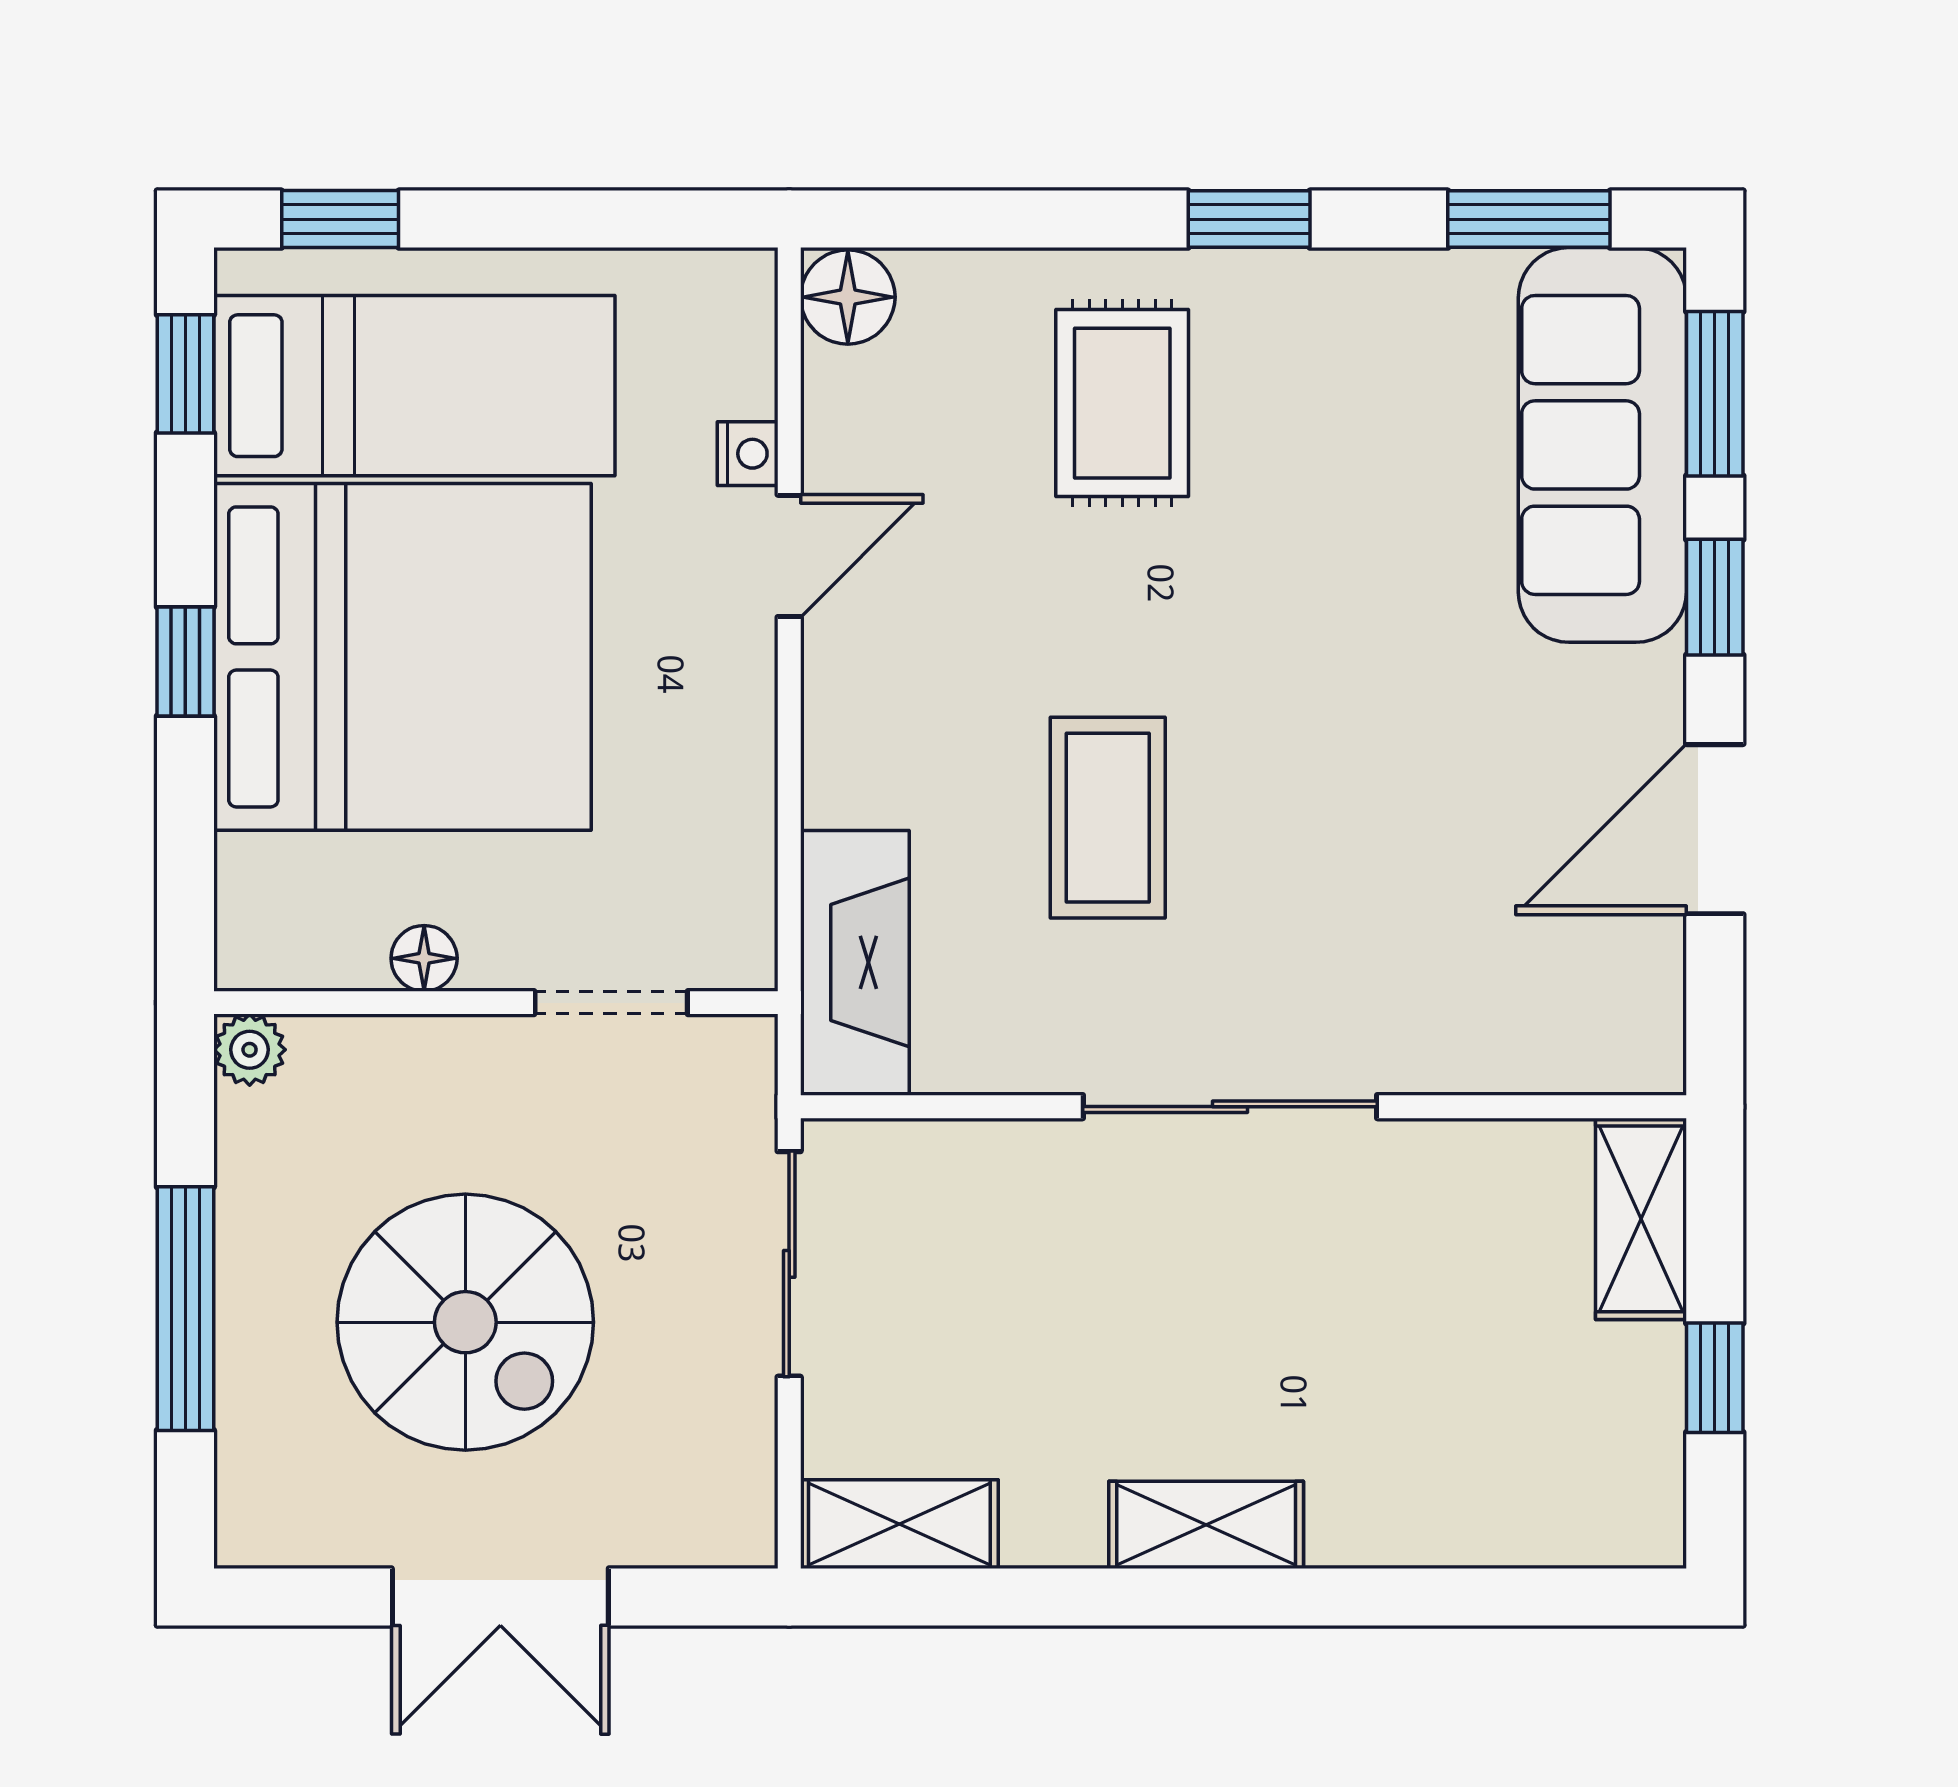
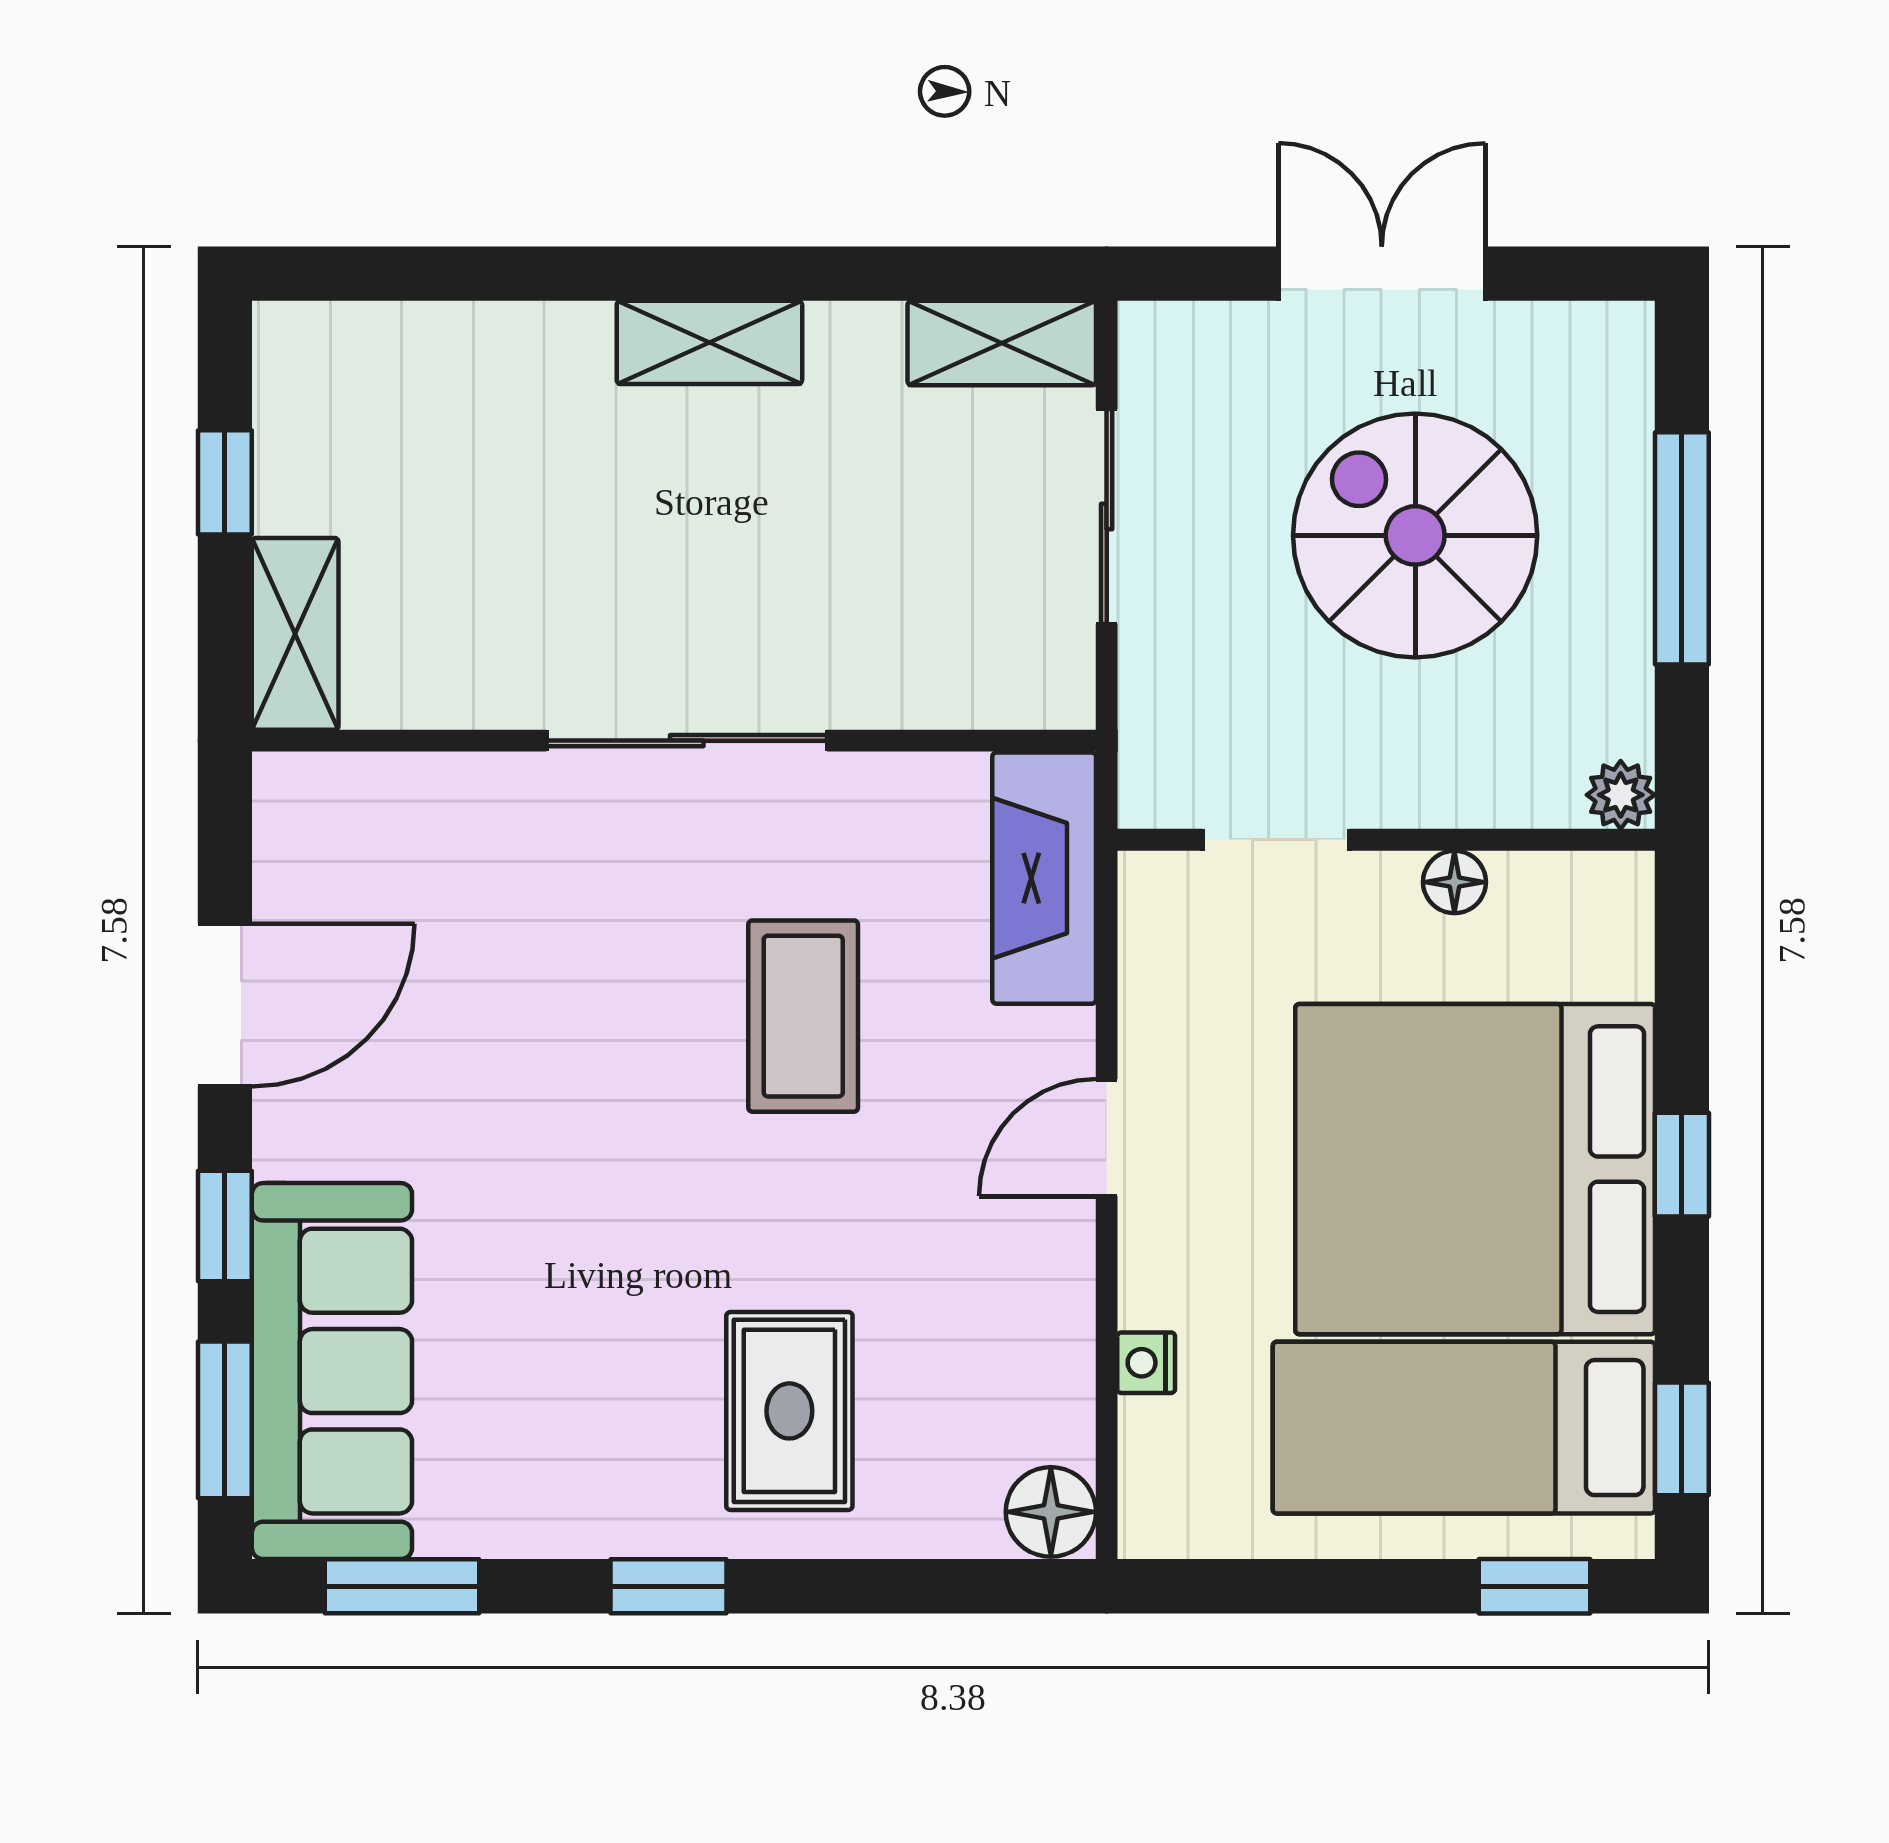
door: (789, 556) -> (1107, 1138), moved
sliding door: (789, 1264) -> (1107, 517), moved

